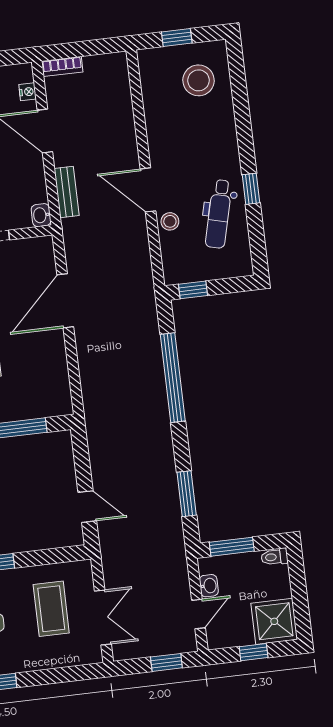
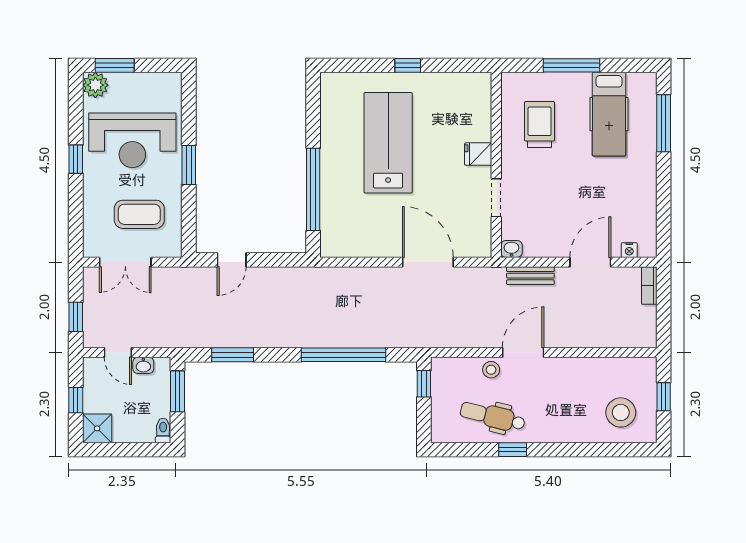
shower: (274, 621) -> (97, 428), width x0.73, depth x0.73

